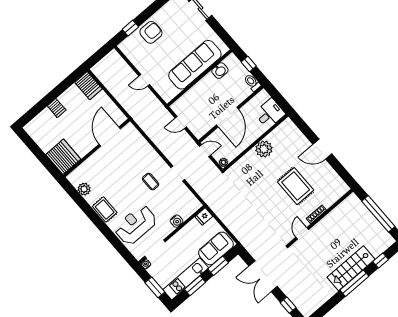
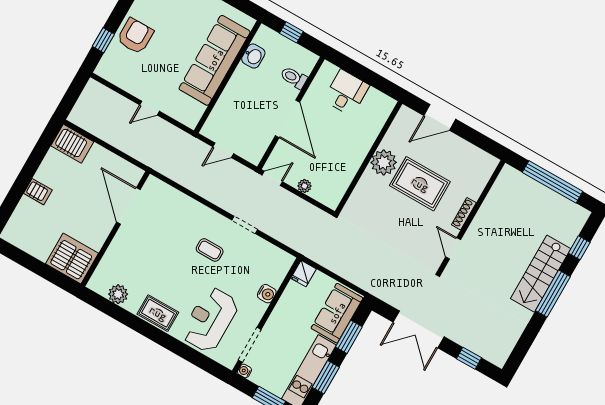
toilet: (252, 83) -> (294, 78), moved
wall: (256, 143) -> (369, 157), moved
plant: (264, 149) -> (384, 162), moved

